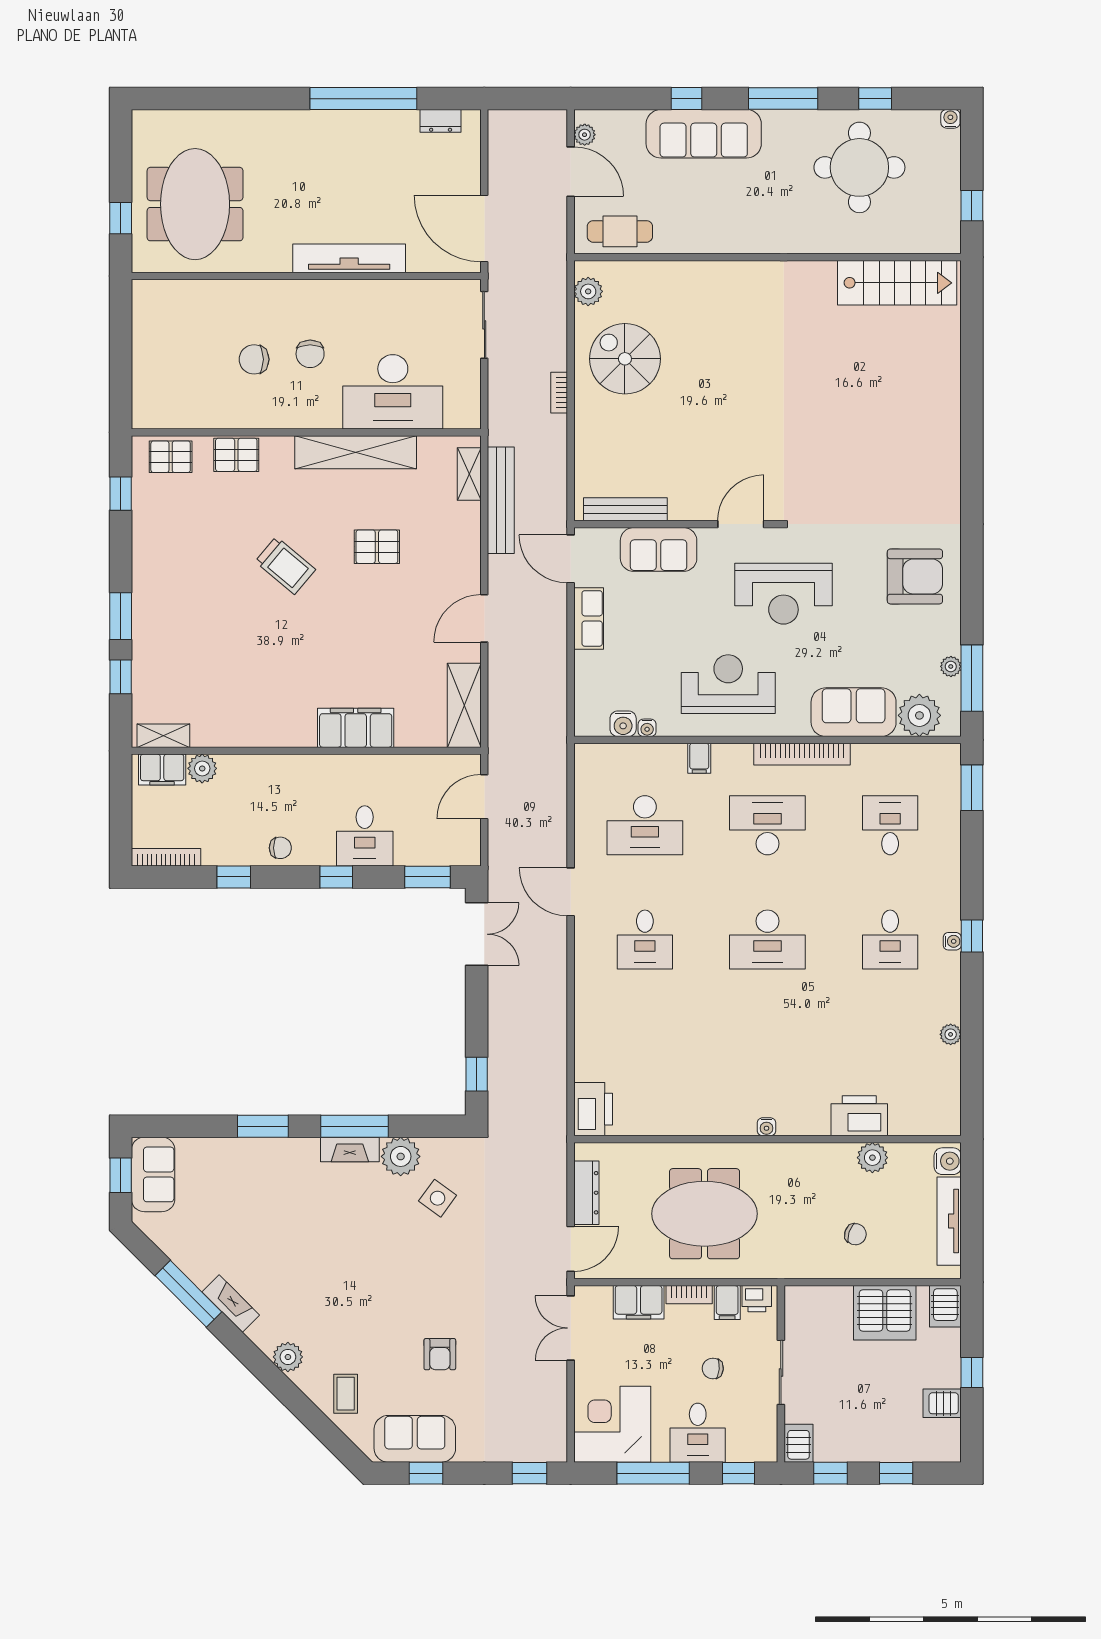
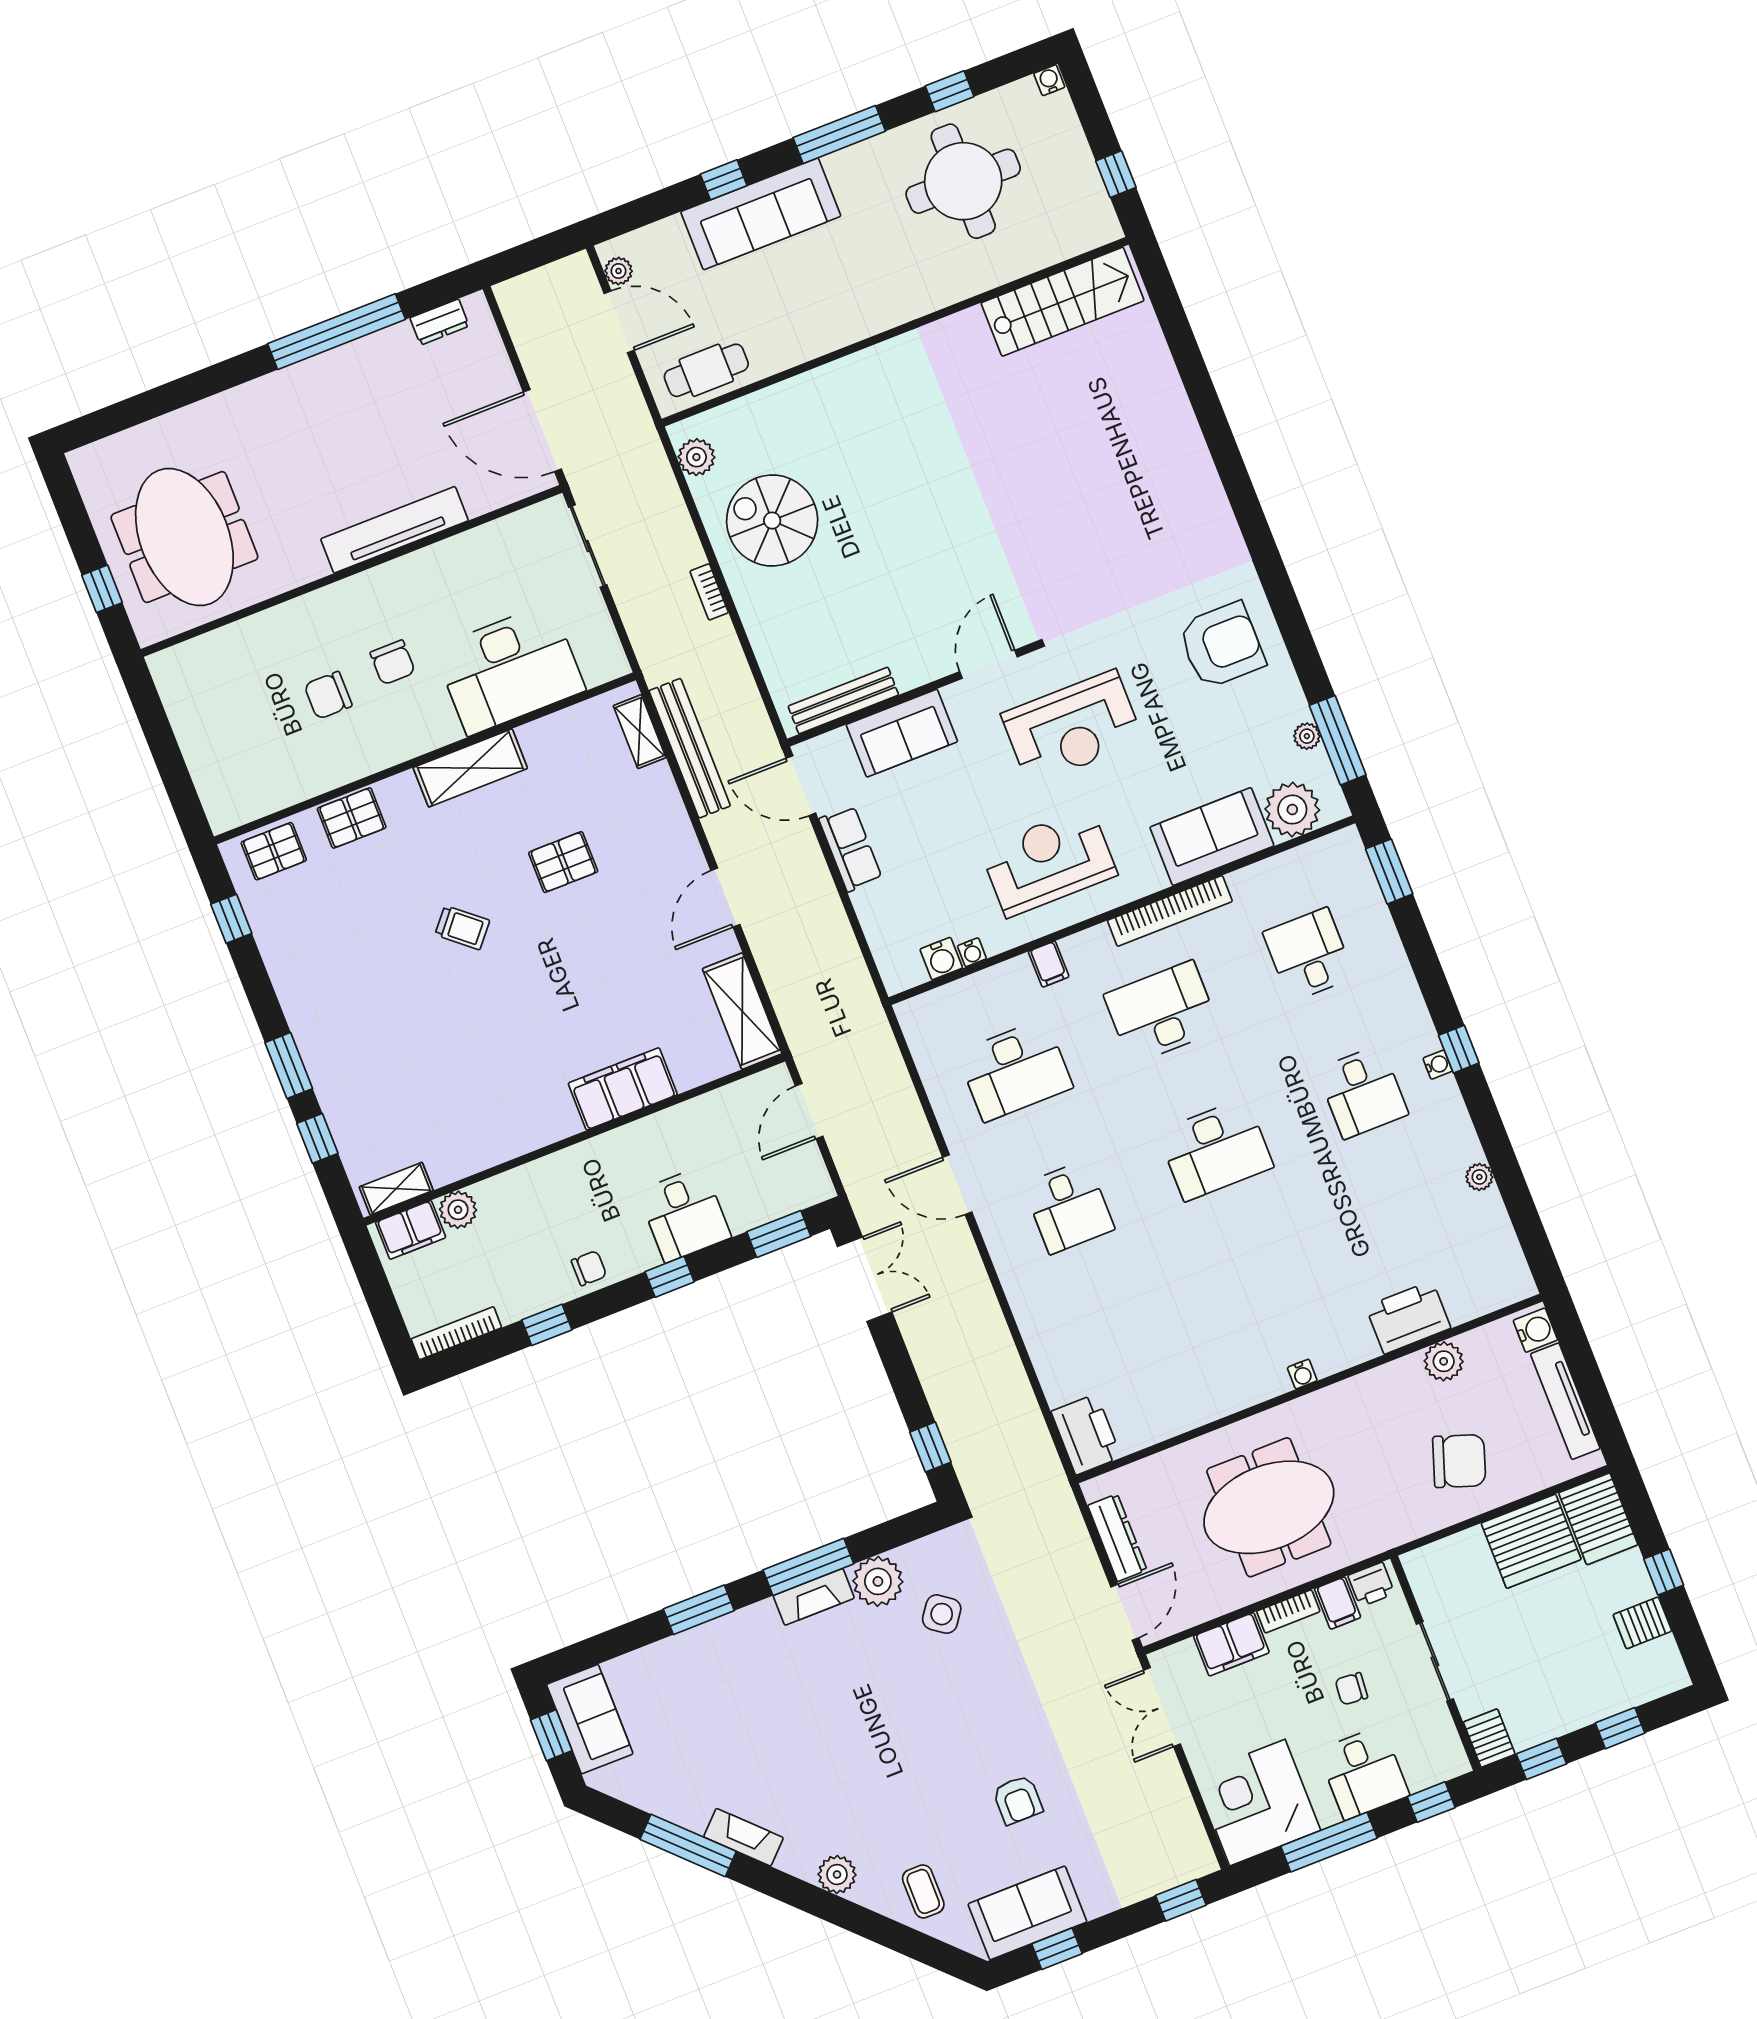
shelving: (356, 452) -> (470, 768), width x0.68
trolley: (285, 566) -> (462, 928), width x0.73, depth x0.72
chair: (855, 1234) -> (1459, 1461), width x1.87, depth x1.87
server rack: (945, 1306) -> (1598, 1519), width x1.36, depth x1.44

